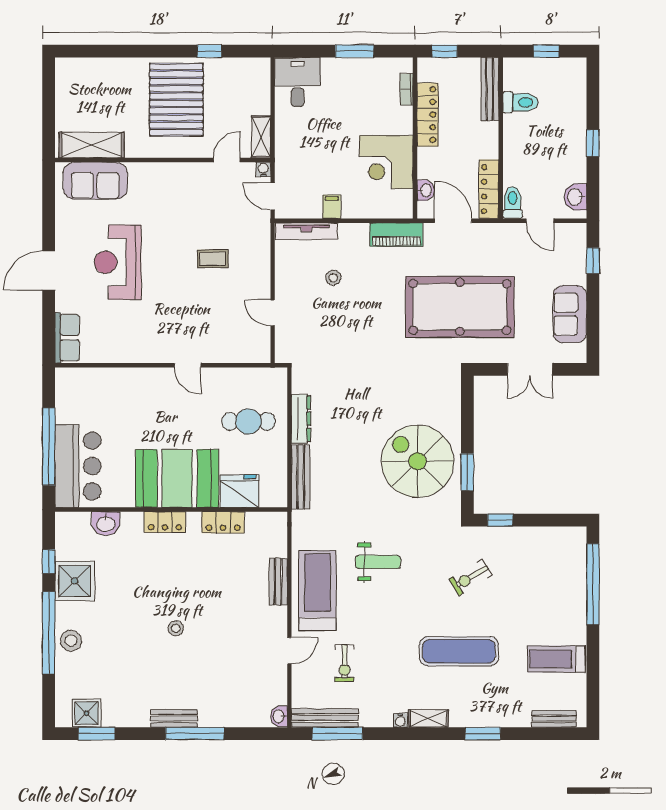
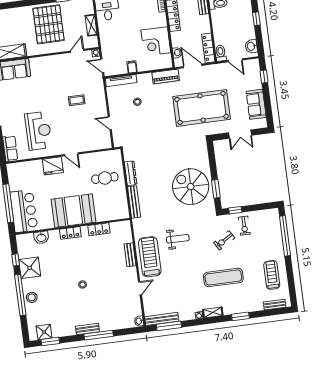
shelving: (261, 137) -> (91, 25), moved
reception desk: (118, 262) -> (38, 131), moved, turned 180
fridge: (240, 491) -> (53, 166), moved, turned 180
treadmill: (556, 659) -> (272, 275), turned 90
exercise bike: (345, 663) -> (244, 226), moved

